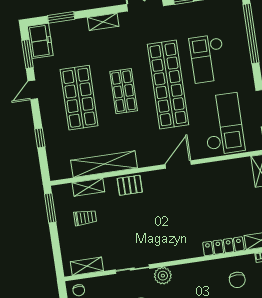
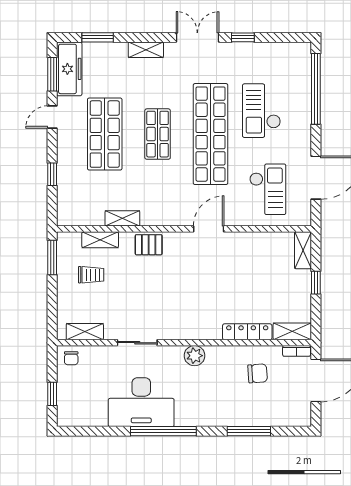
freezer: (40, 41) -> (69, 69), width x1.40
checkout: (223, 124) -> (268, 189), width x0.73, depth x0.83
shelving: (104, 164) -> (122, 218), width x0.45, depth x0.75
plant: (163, 276) -> (195, 356), moved
chair: (237, 280) -> (258, 373), turned -94

